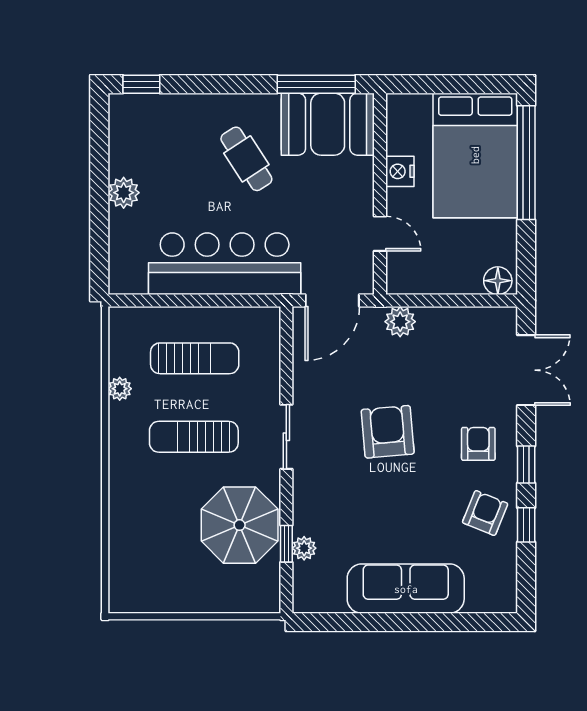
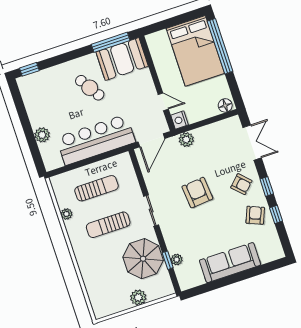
nightstand: (400, 171) -> (180, 120), moved
plant: (124, 193) -> (42, 135), moved
armchair: (478, 444) -> (241, 184), turned 135
plant: (205, 597) -> (138, 297), added

